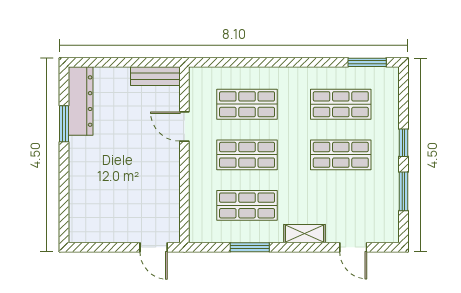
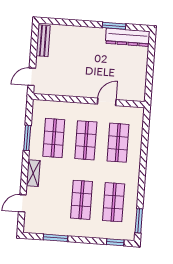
bench: (155, 76) -> (43, 41), moved
window: (404, 143) -> (115, 242), moved

